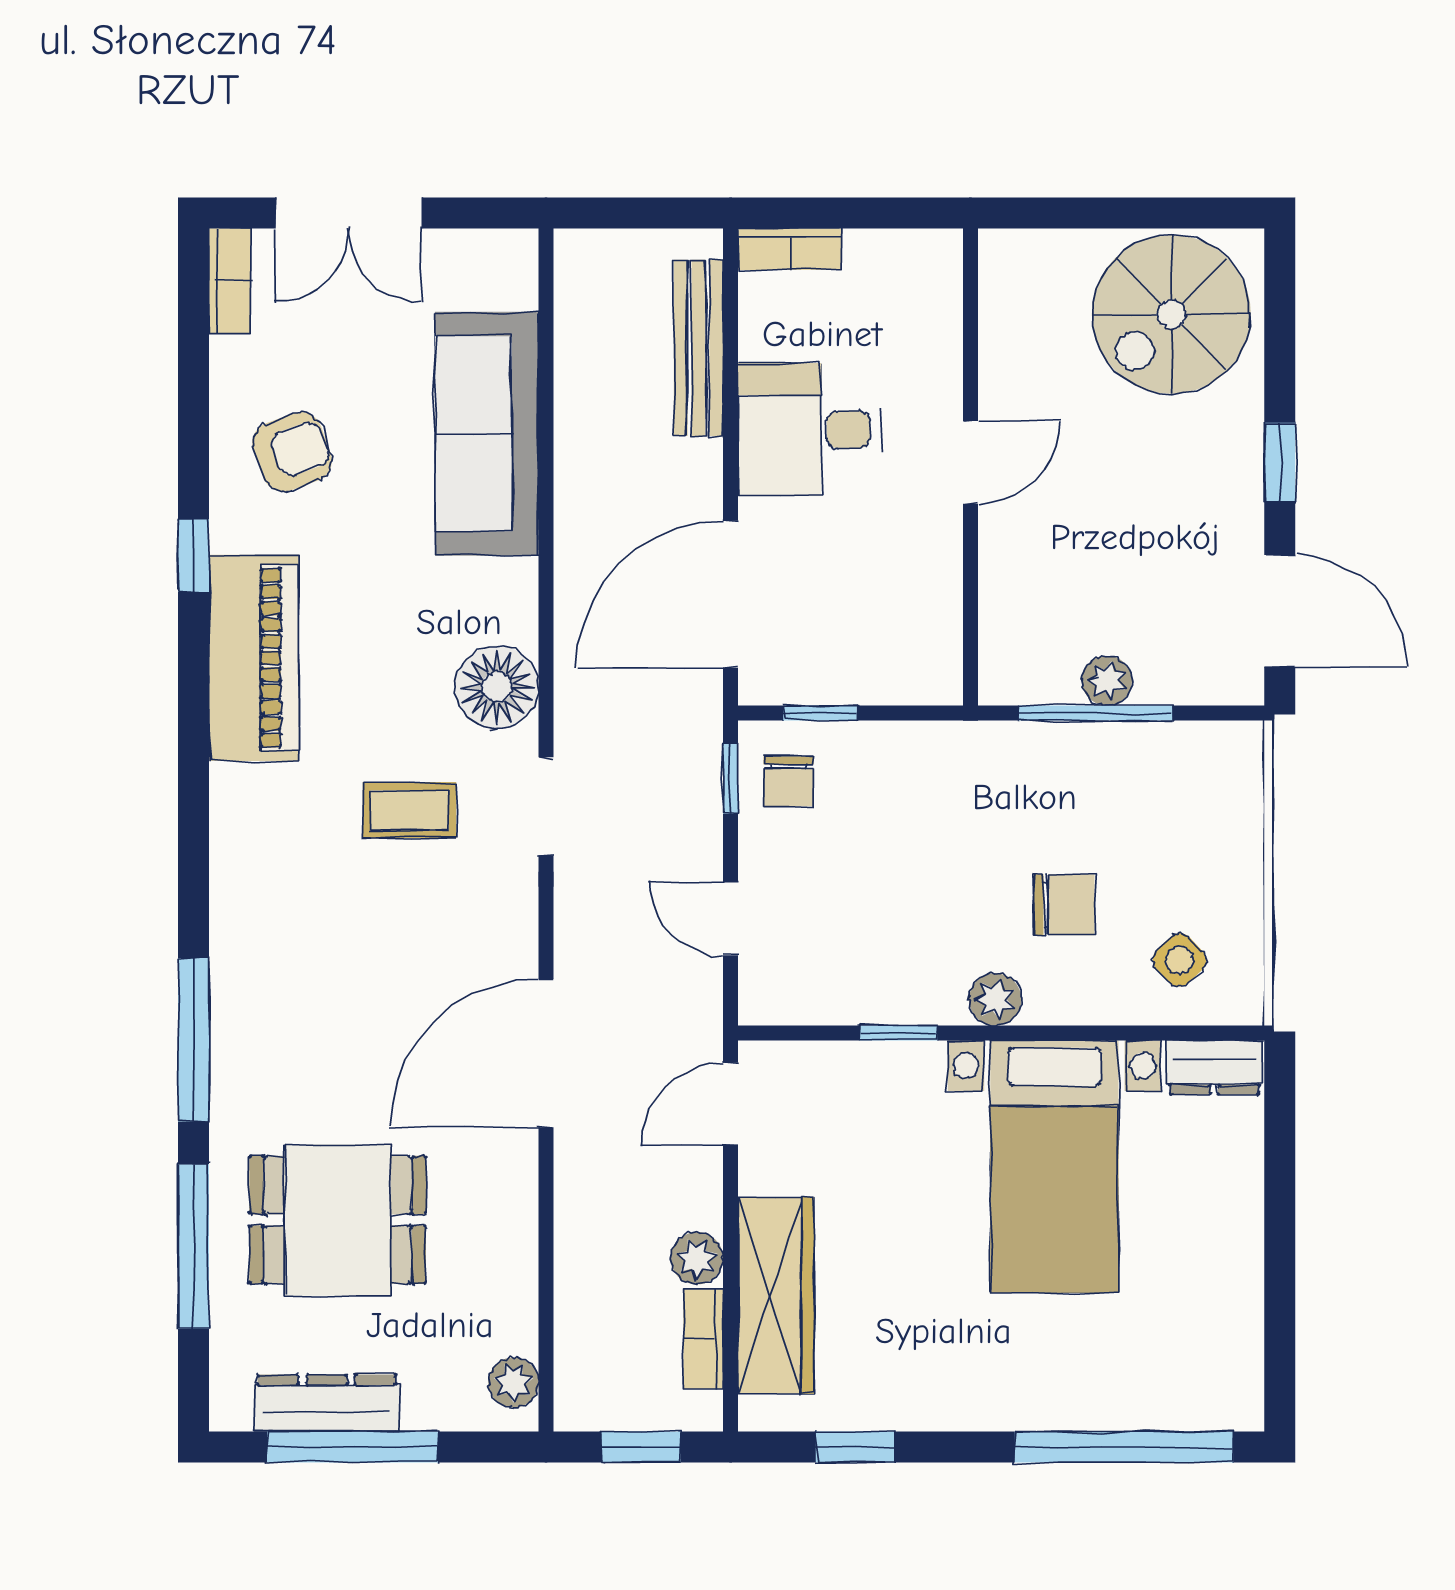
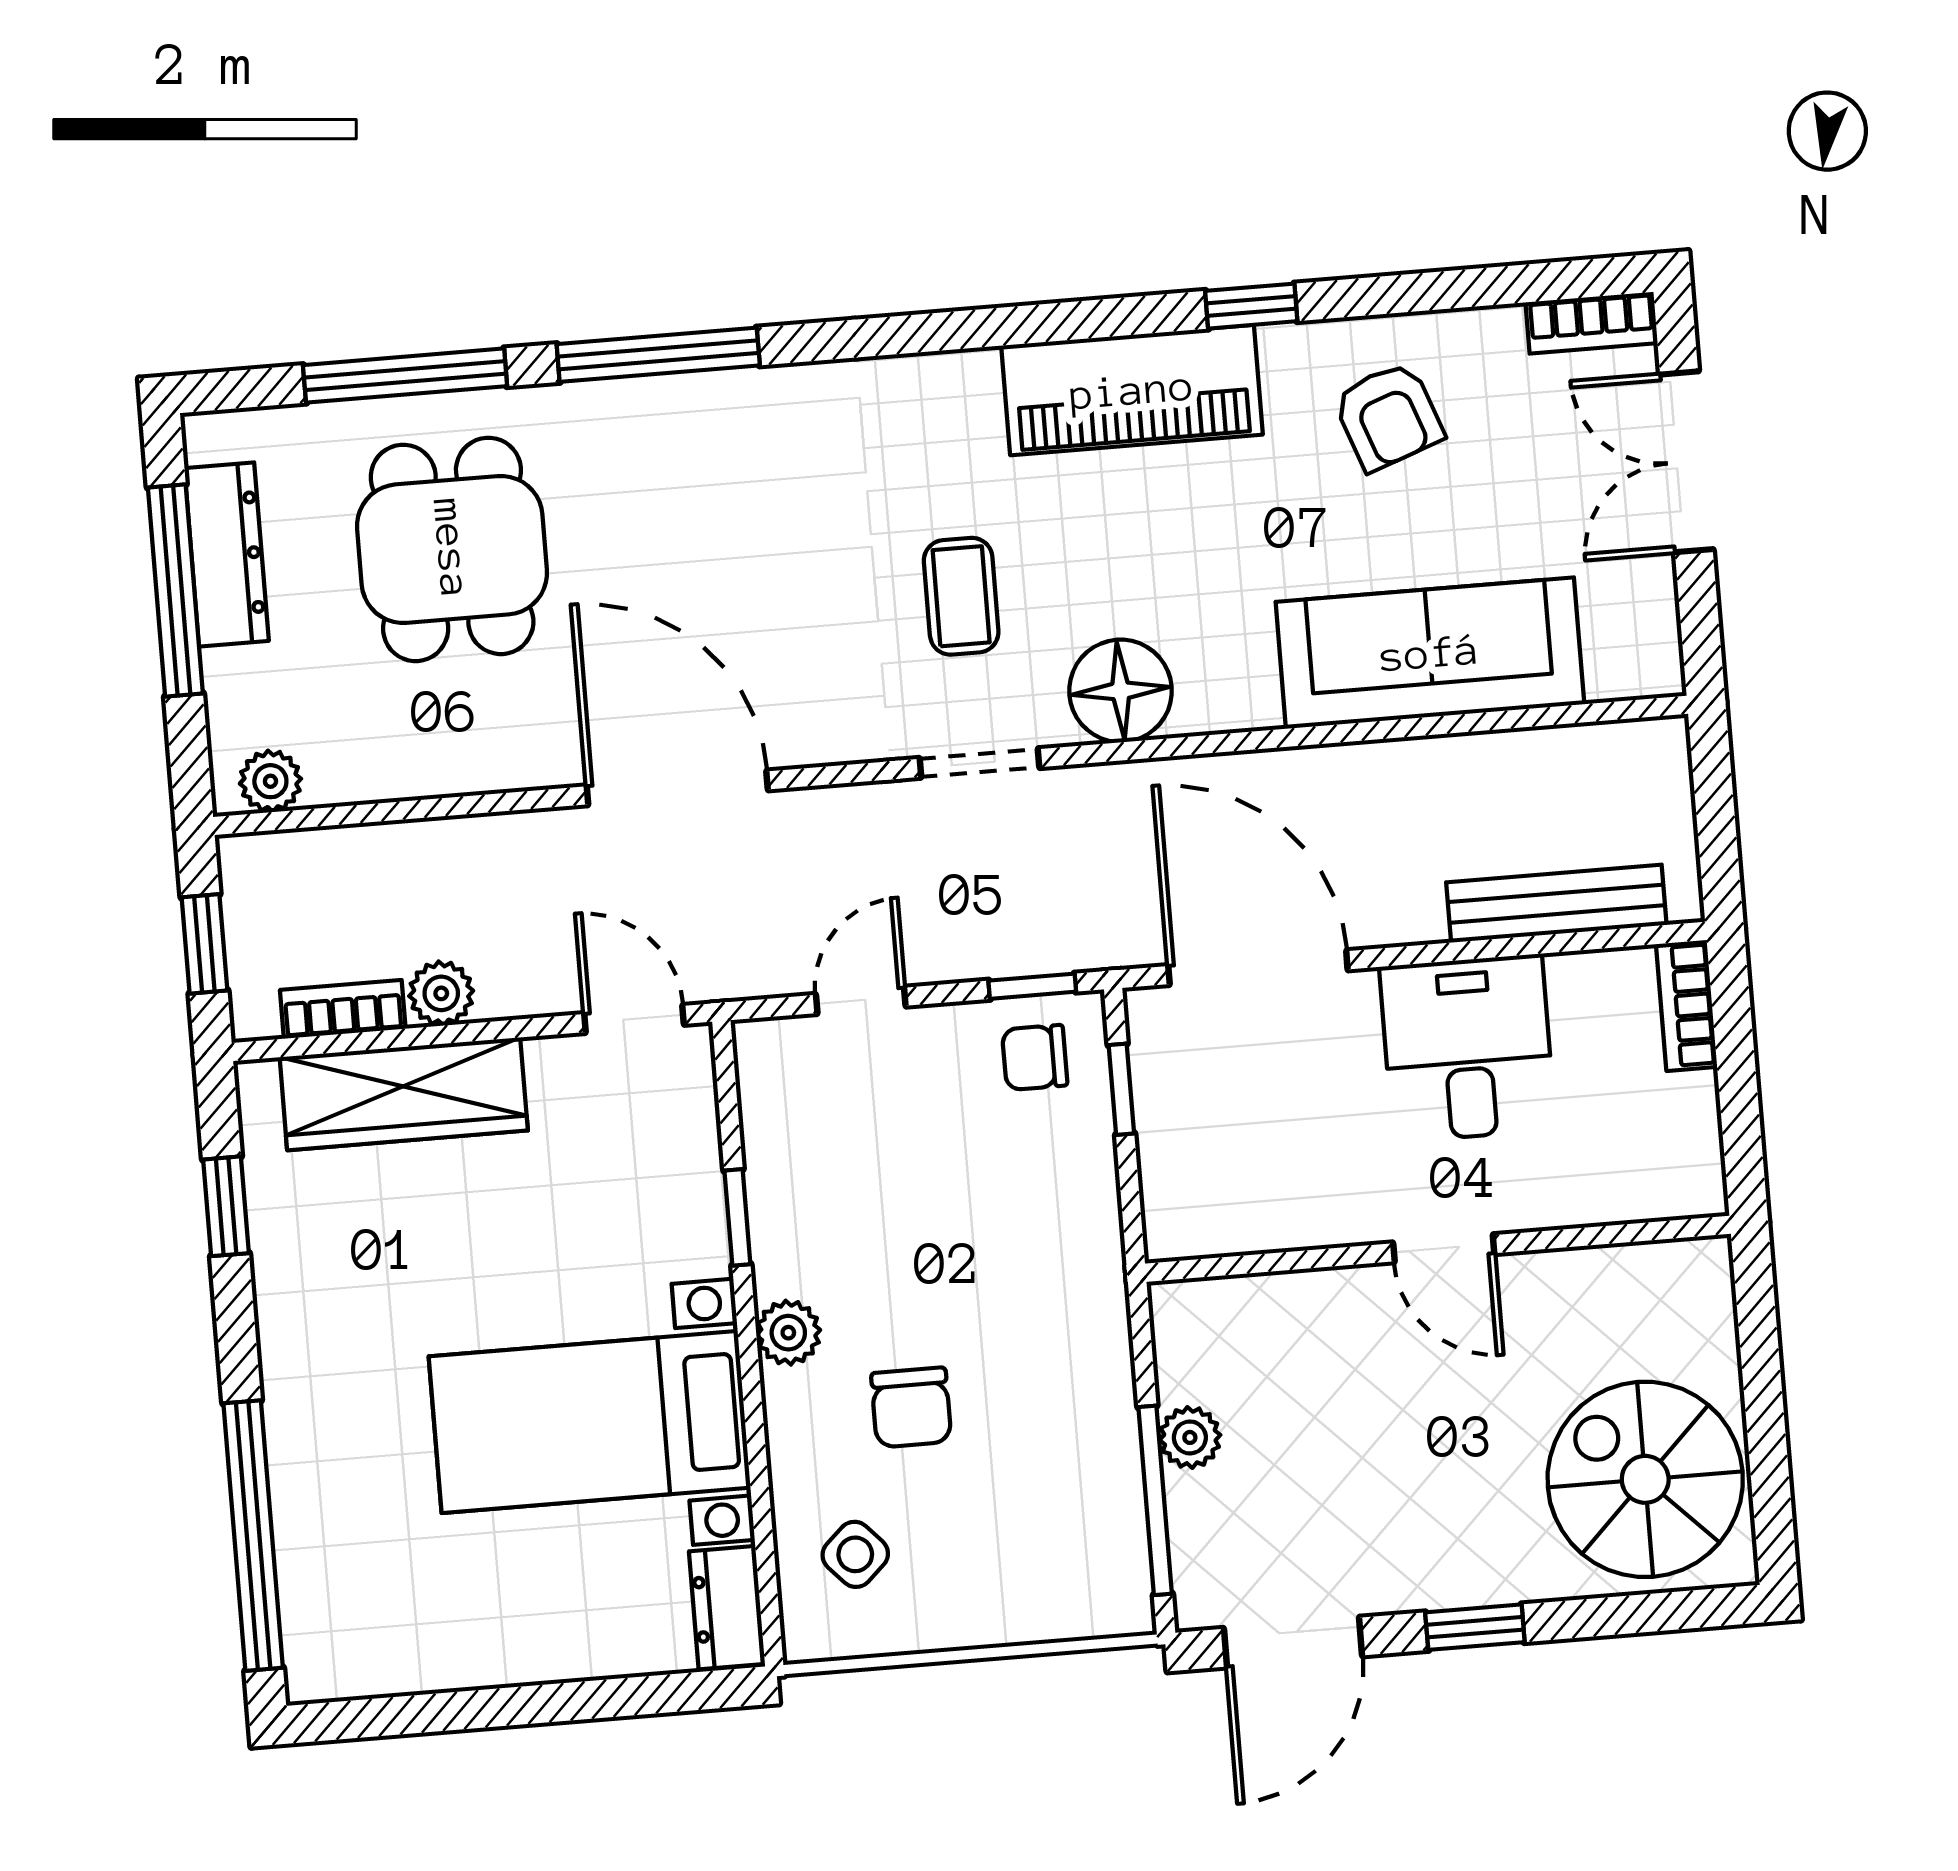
window: (1095, 713) -> (1155, 1500), moved

